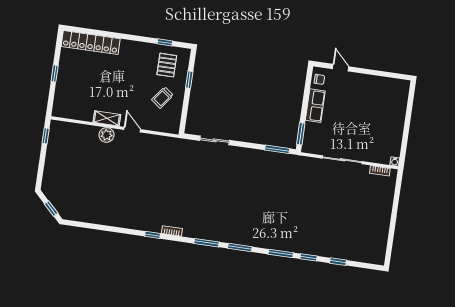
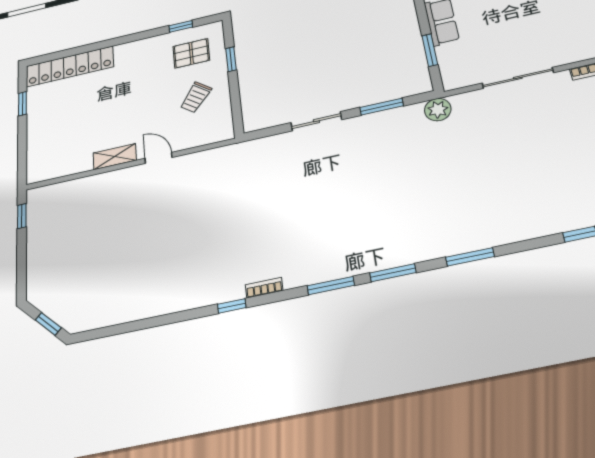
pallet: (167, 65) -> (191, 53), turned 90
window: (55, 73) -> (22, 104), moved
window: (301, 134) -> (430, 50), moved
plant: (107, 135) -> (438, 110), moved
sliding door: (215, 140) -> (316, 121), moved
window: (277, 149) -> (382, 107), moved
window: (308, 257) -> (523, 246), removed

